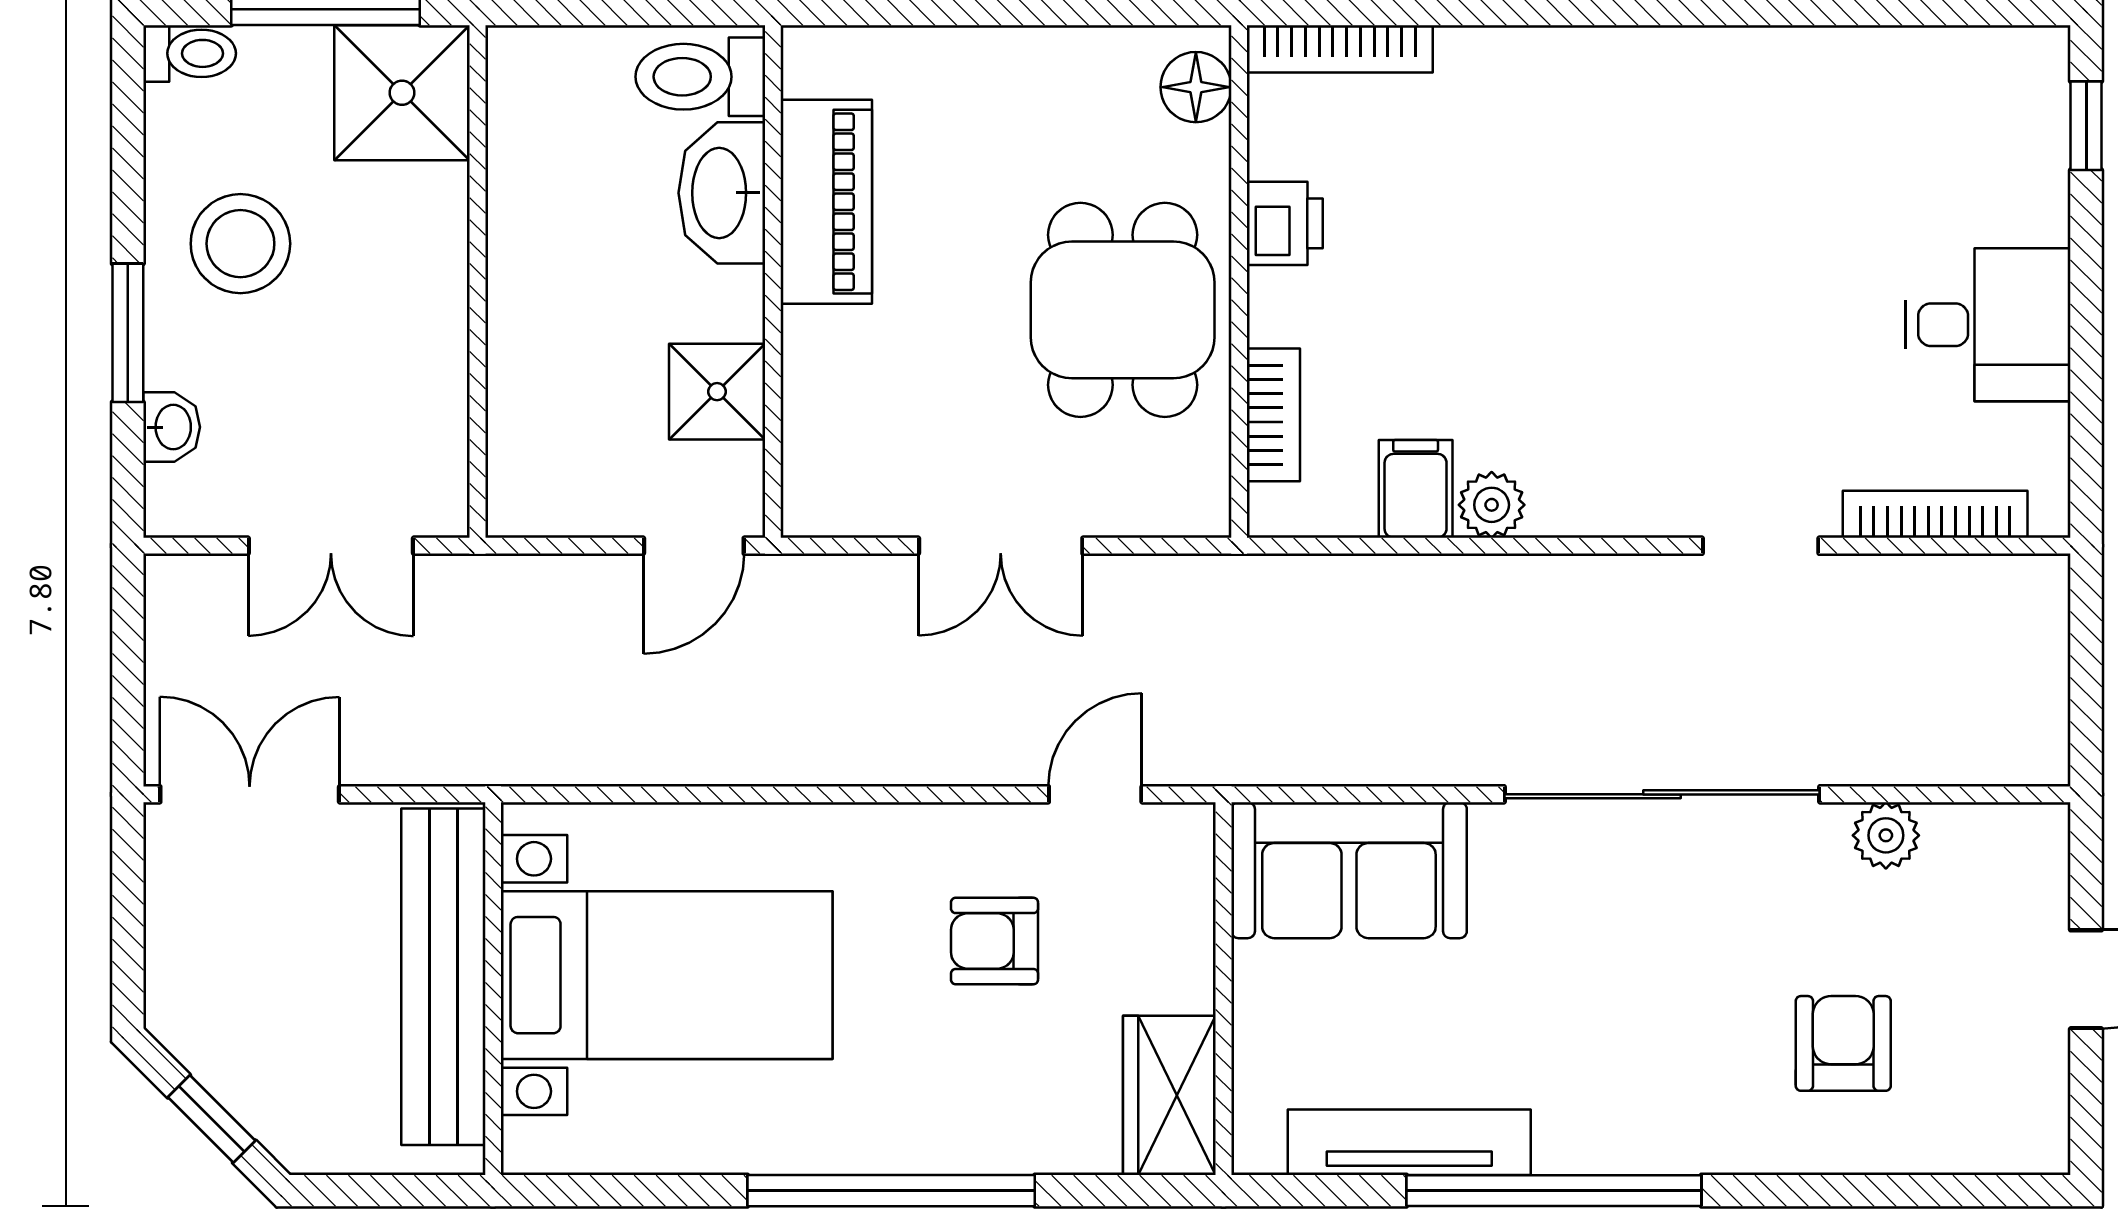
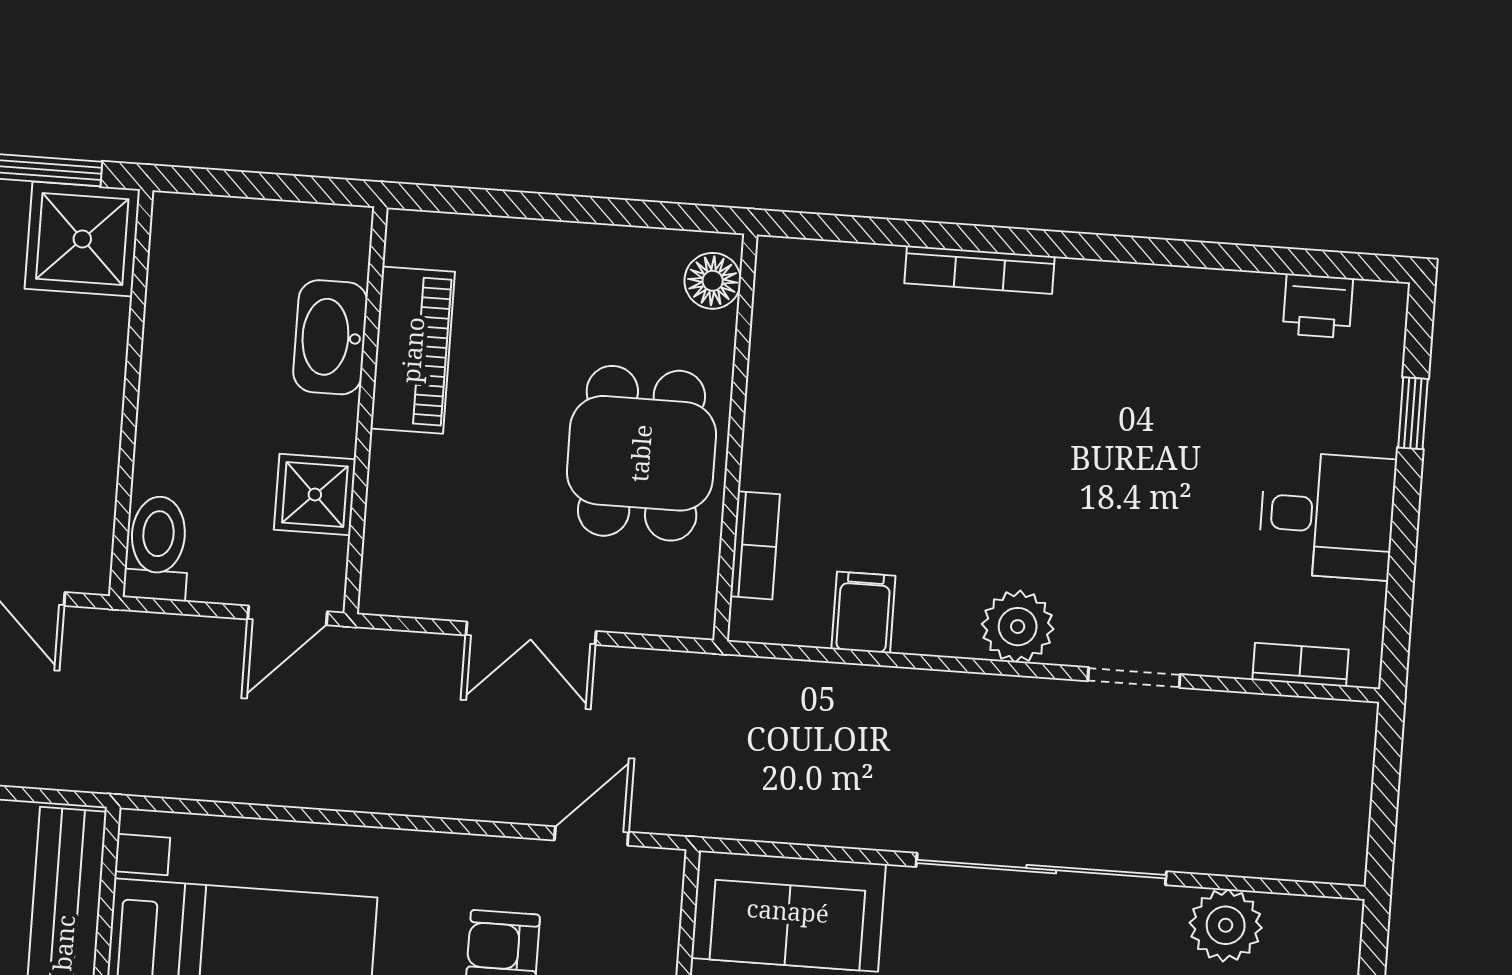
bookcase: (1340, 49) -> (980, 270), moved
toilet: (700, 77) -> (157, 548), moved, turned 90
window: (2086, 126) -> (1413, 413), moved
printer: (1285, 223) -> (1318, 306), moved, turned 90
plant: (1492, 505) -> (1018, 627), moved, width x1.38, depth x1.38
bookcase: (1935, 514) -> (1301, 665), width x0.64
plant: (1886, 835) -> (1226, 925), width x1.38, depth x1.38

